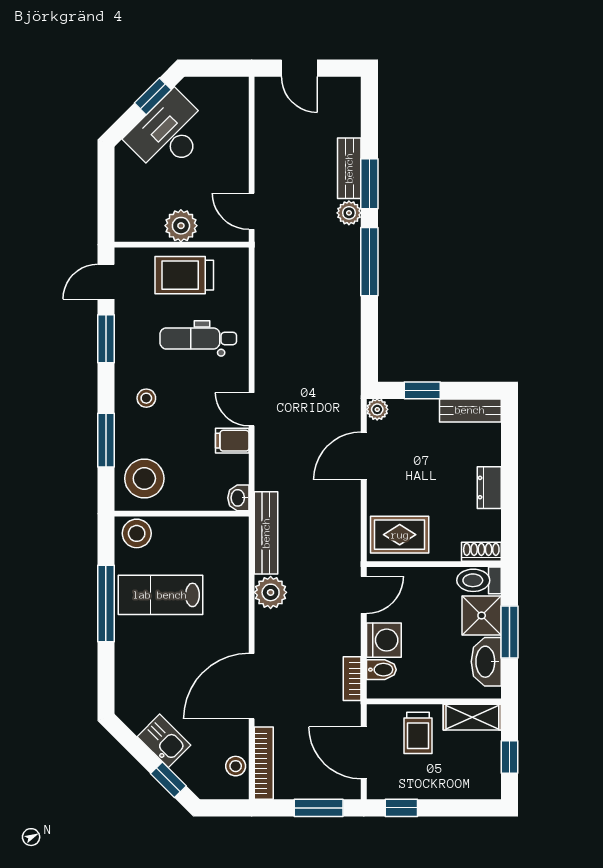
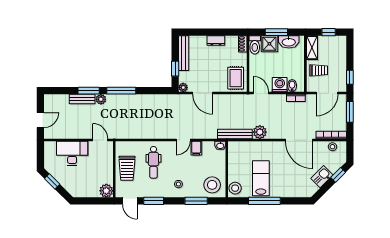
desk: (169, 134) -> (72, 153), moved, turned 135
door: (252, 211) -> (100, 140), swing flipped
plant: (181, 226) -> (106, 191), moved
bench: (470, 410) -> (184, 53), width x1.36
lab bench: (160, 595) -> (261, 178), turned 180

